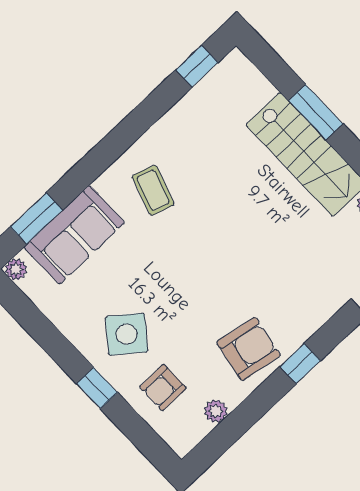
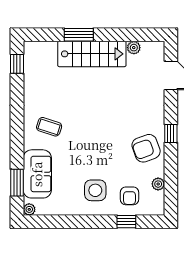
side table: (127, 334) -> (95, 190), turned -38
armchair: (249, 349) -> (146, 148), turned -120
window: (97, 388) -> (126, 222), moved

